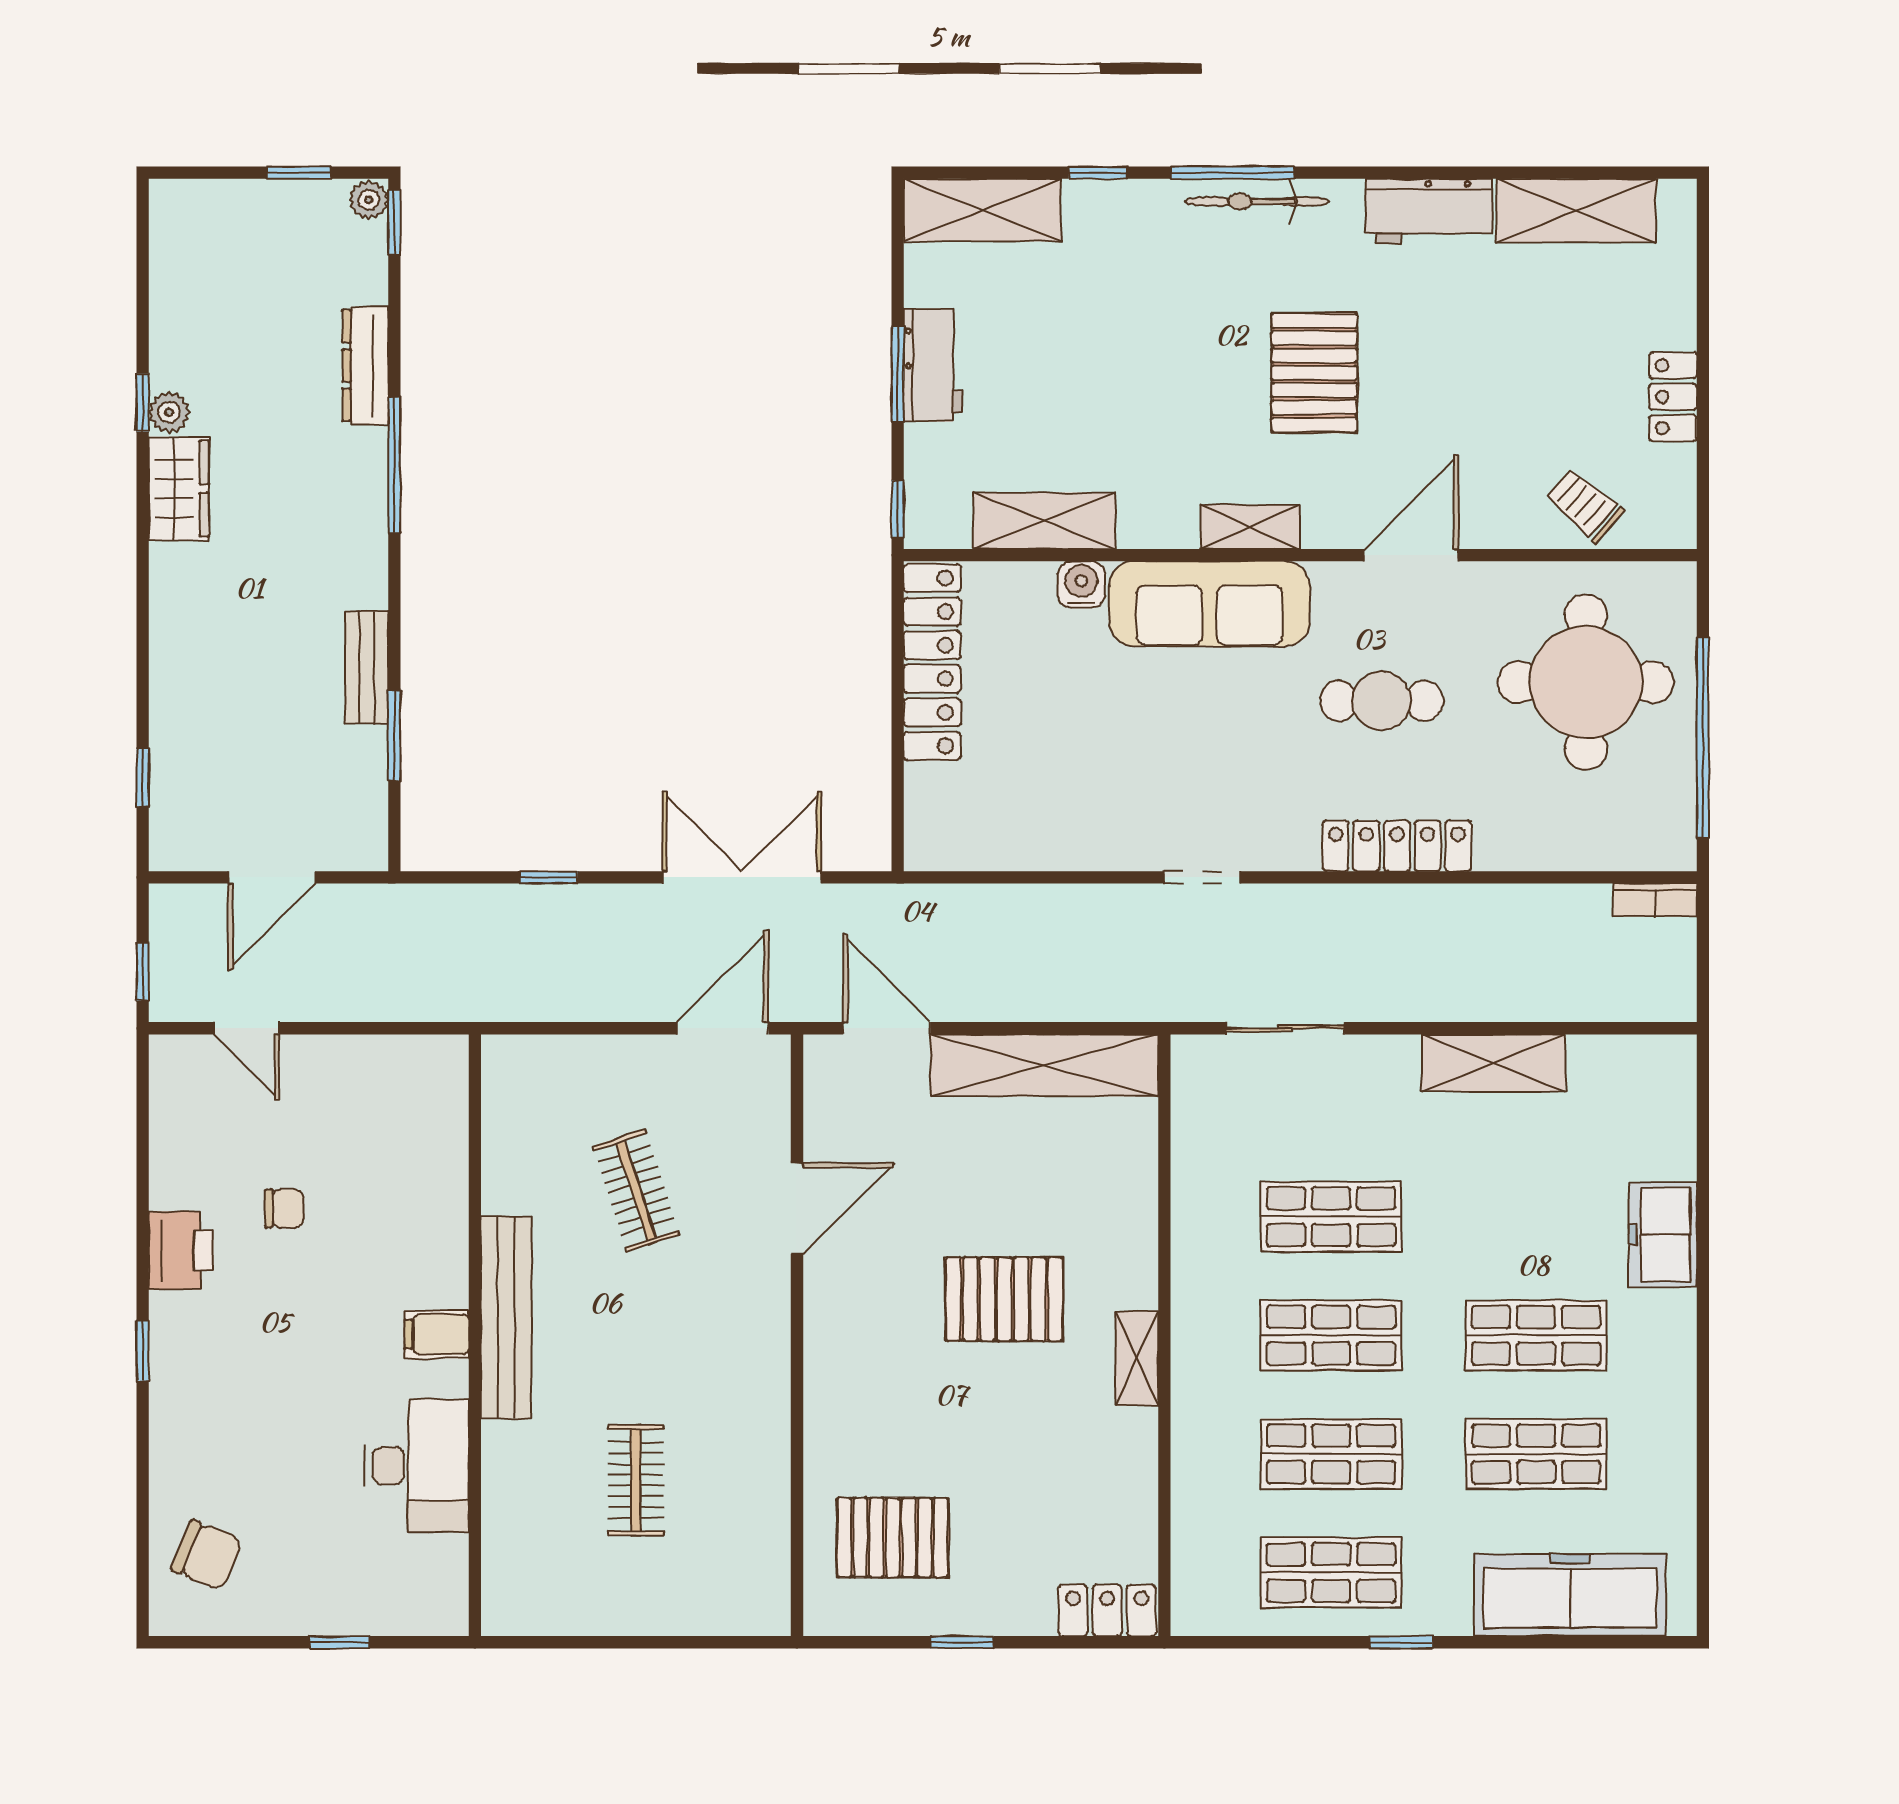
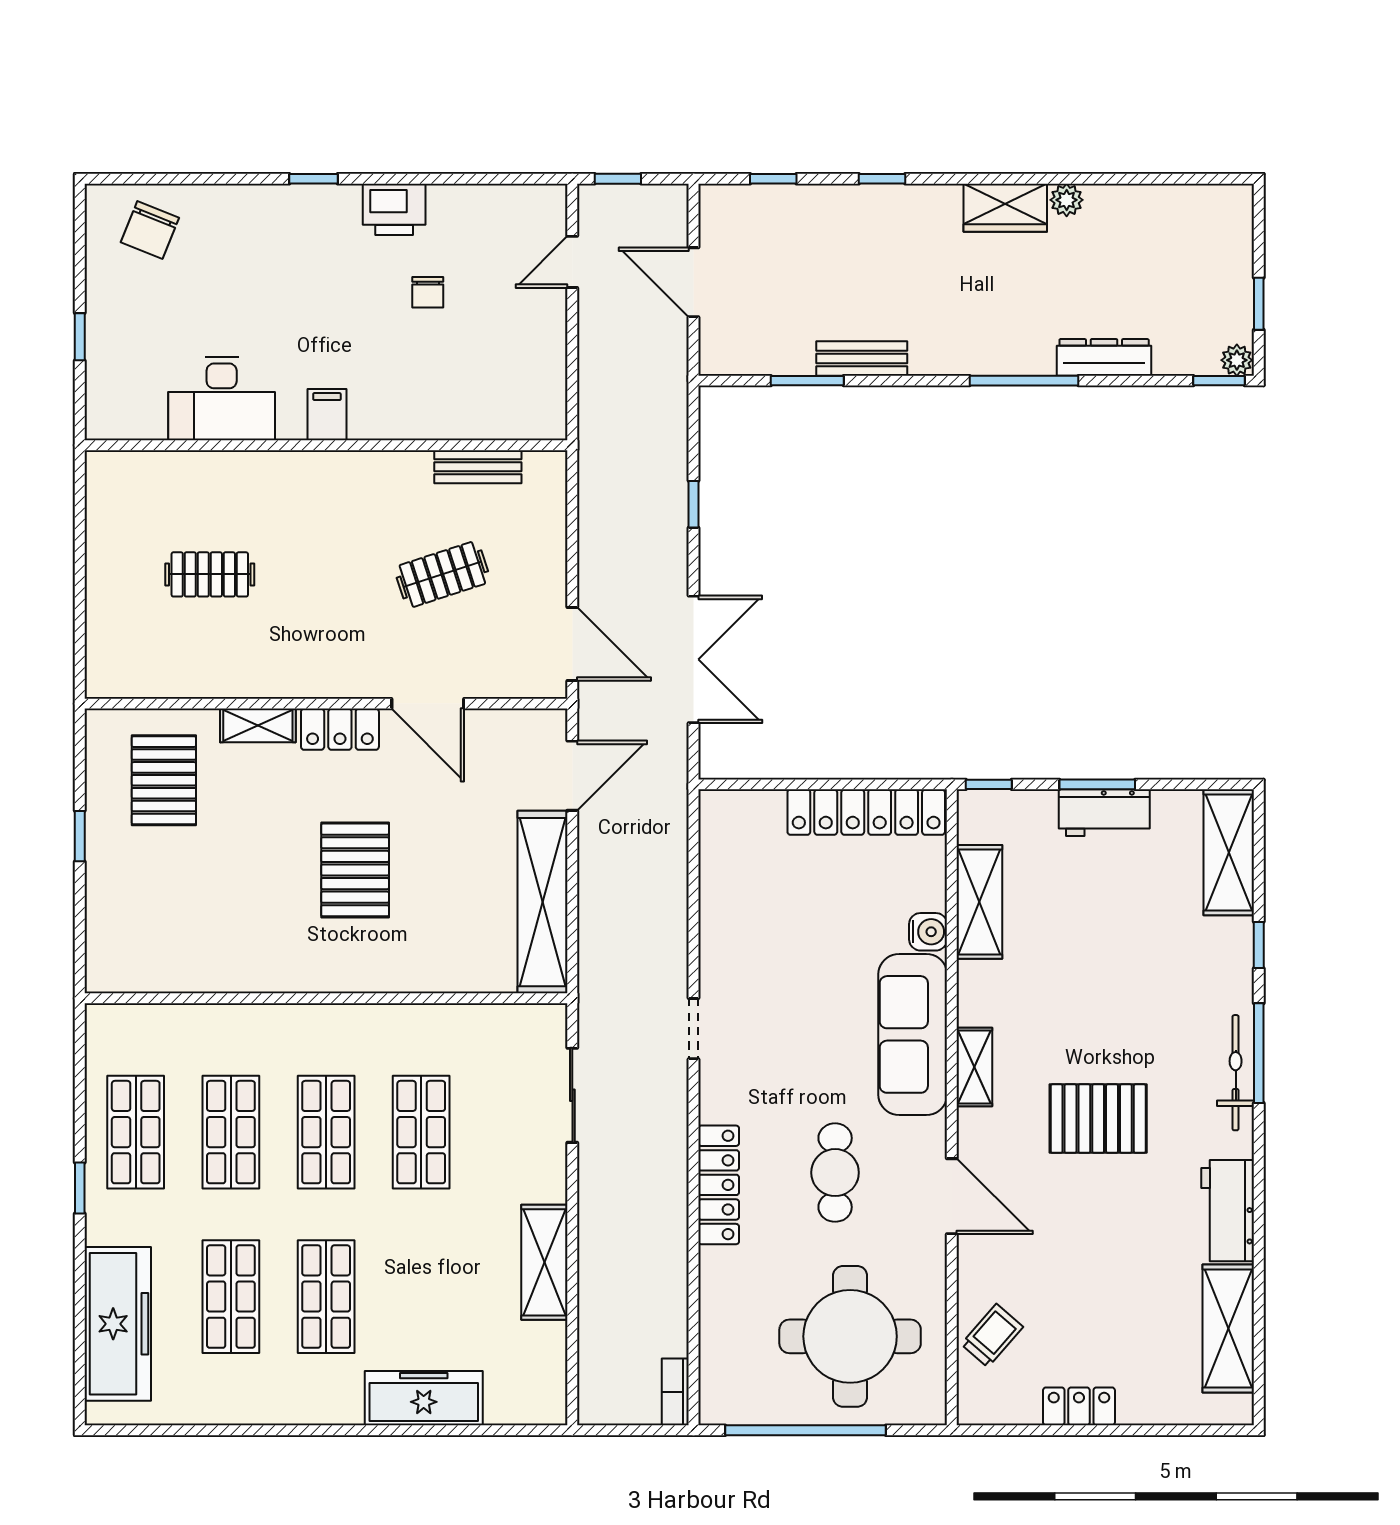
window: (143, 403) -> (882, 179), moved
freezer: (1663, 1235) -> (424, 1398), width x1.40
bench: (506, 1317) -> (478, 467), moved, width x0.54, depth x0.82
shelving: (1137, 1359) -> (258, 725), moved
locker: (1107, 1610) -> (340, 729), moved, turned 90

